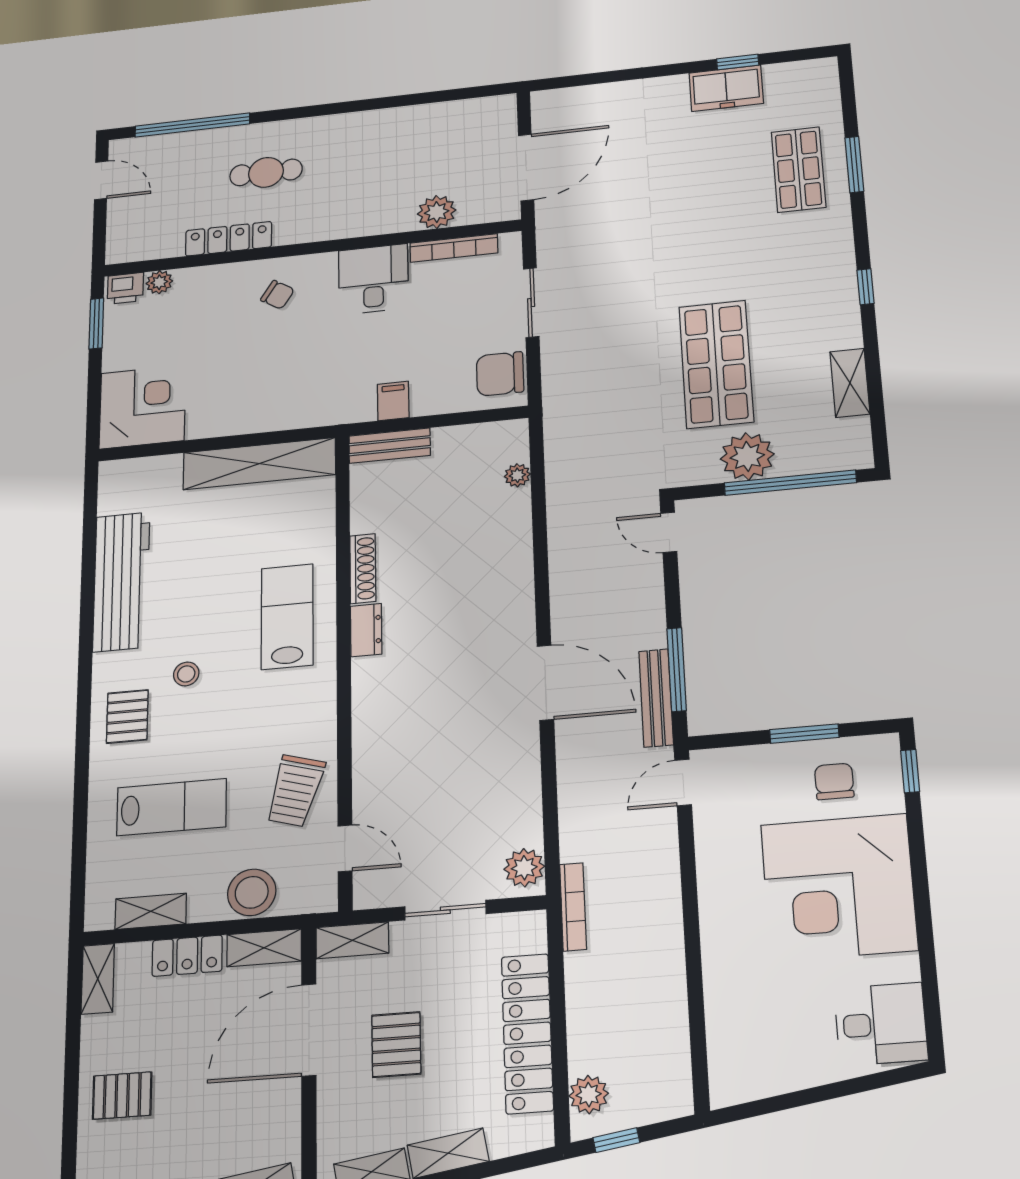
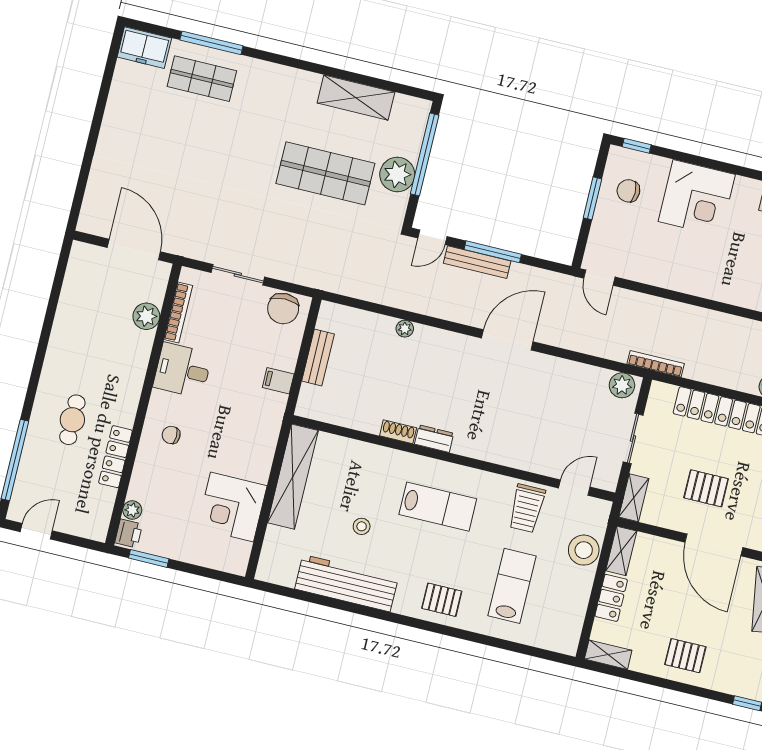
window: (738, 62) -> (104, 91), removed
freezer: (726, 88) -> (144, 48), moved, turned 90
window: (854, 165) -> (211, 43), width x1.44
window: (866, 287) -> (304, 65), removed
chair: (278, 295) -> (171, 435), turned -121
shelving: (850, 383) -> (356, 98), width x1.50, depth x1.33
corner desk: (142, 407) -> (232, 507), moved, turned -90
bench: (390, 446) -> (318, 357), moved
plant: (517, 475) -> (405, 329), moved
shoe rack: (363, 569) -> (398, 432), width x0.70
lab bench: (287, 617) -> (438, 507), moved, turned 180
window: (677, 669) -> (493, 252), moved
stool: (186, 674) -> (362, 526), moved
bench: (656, 698) -> (477, 262), moved
trolley: (295, 791) -> (527, 508), turned 74
corner desk: (839, 887) -> (697, 198), width x0.74, depth x0.74
shelving: (151, 911) -> (576, 614), removed
door: (309, 1030) -> (714, 545), moved
pallet: (122, 1096) -> (685, 656), turned 90

